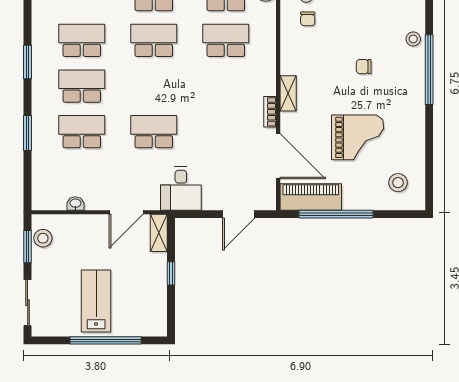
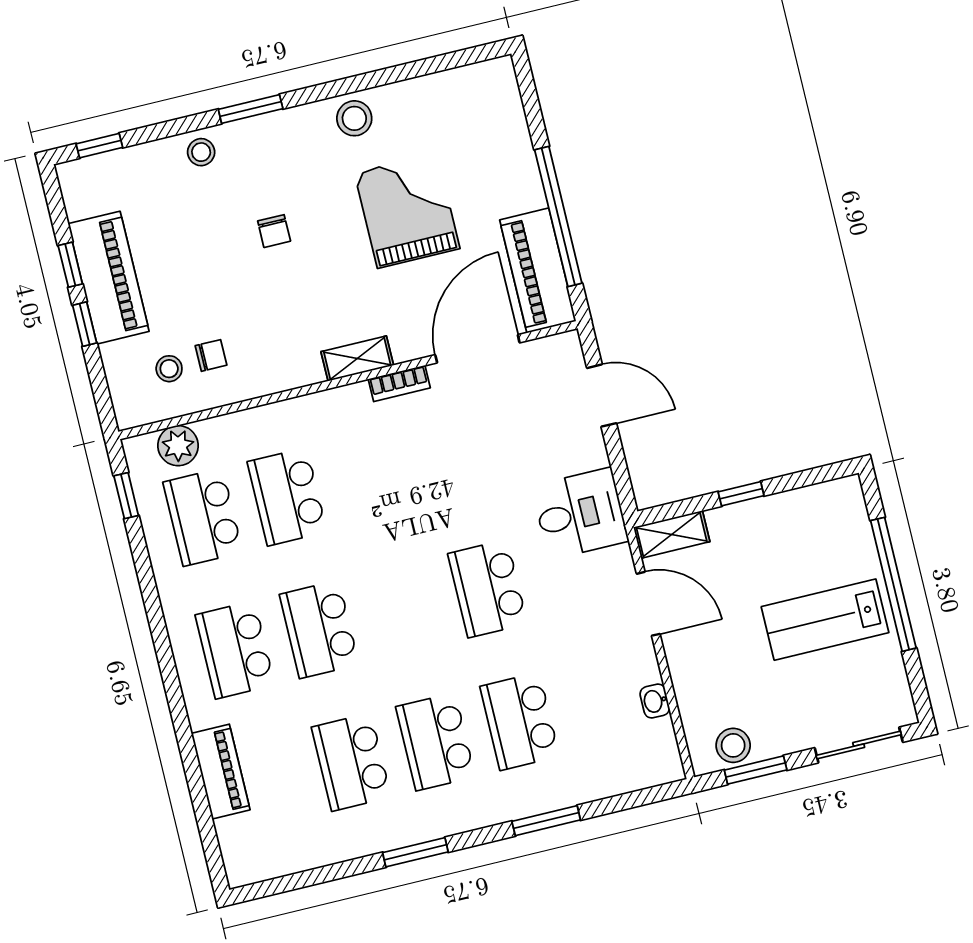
window: (429, 70) -> (251, 109), width x0.47
stool: (398, 183) -> (354, 118), moved

